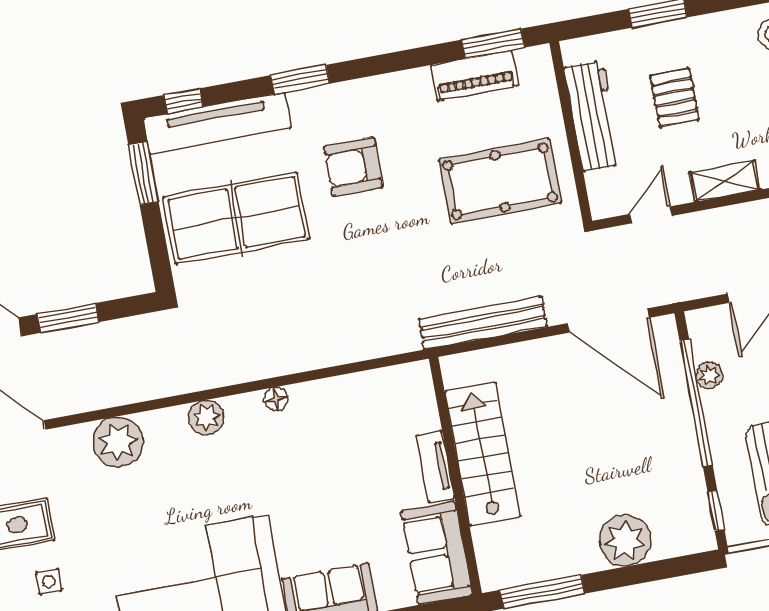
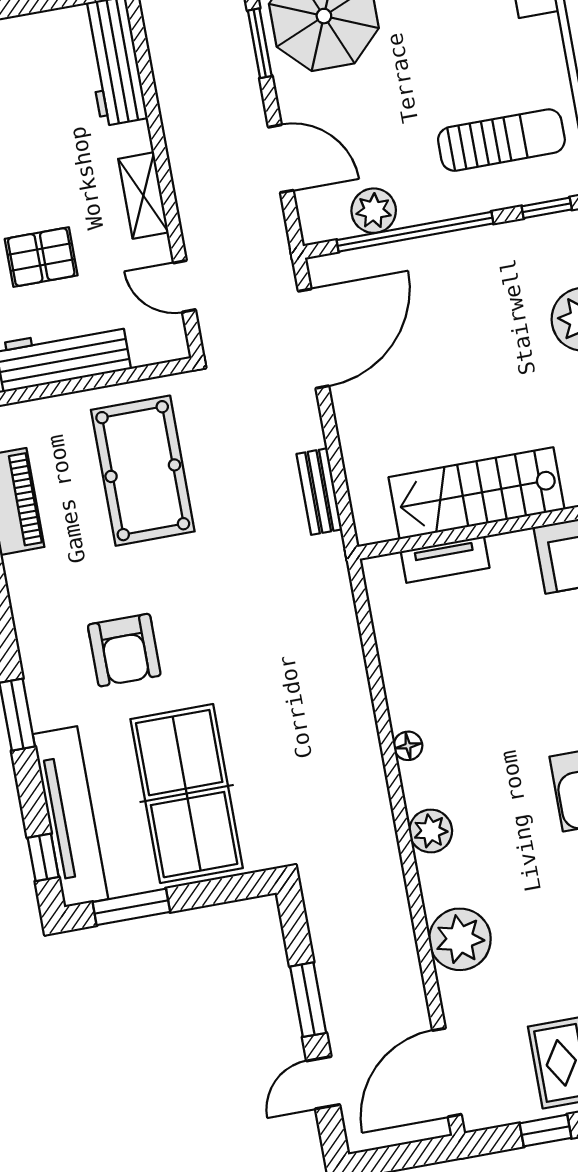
bench: (483, 323) -> (319, 492), width x0.54, depth x0.82
plant: (709, 375) -> (374, 211), width x1.38, depth x1.38
tv unit: (435, 467) -> (445, 559), moved

